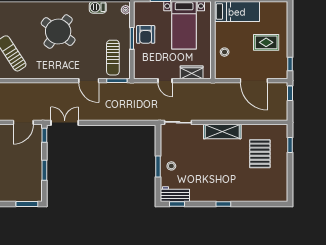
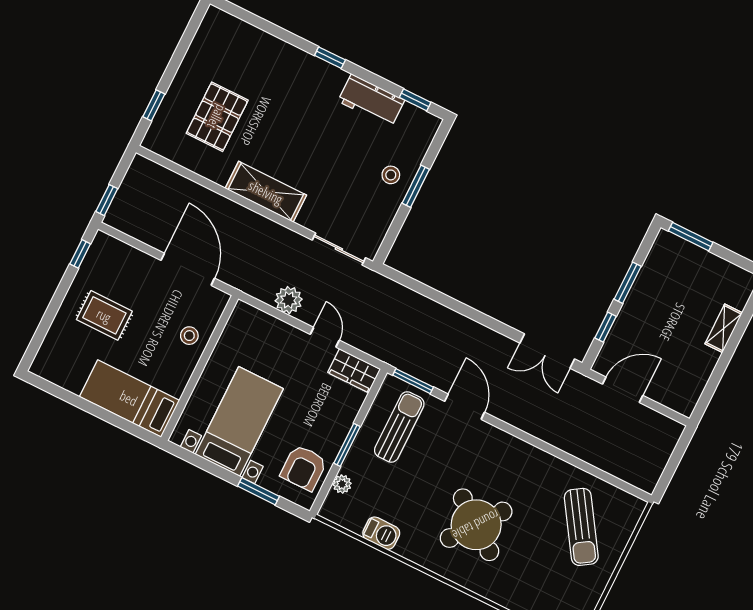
plant: (126, 10) -> (342, 484), moved
armchair: (146, 34) -> (304, 468), moved, turned 180
wardrobe: (192, 72) -> (354, 371), moved
door: (254, 81) -> (188, 269), moved
plant: (189, 89) -> (289, 300), added
window: (44, 135) -> (606, 327), moved
workbench: (175, 194) -> (371, 101), moved

